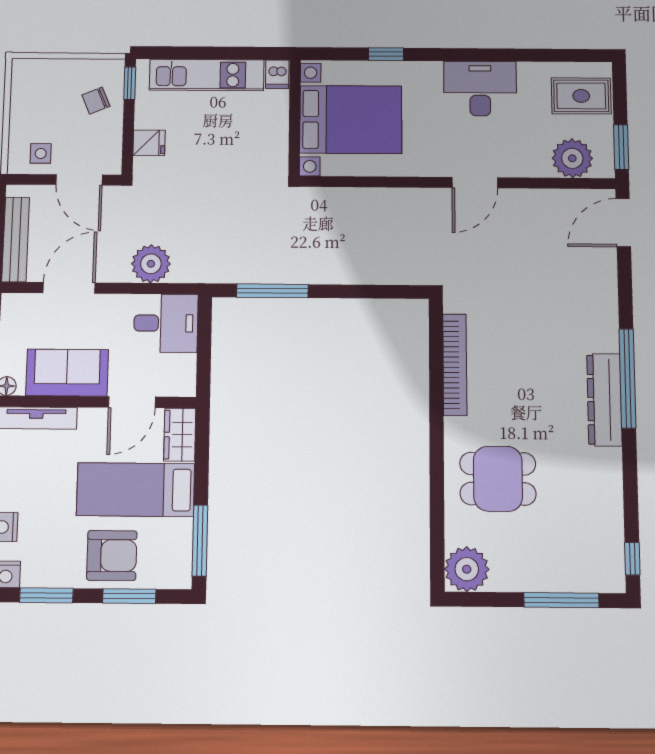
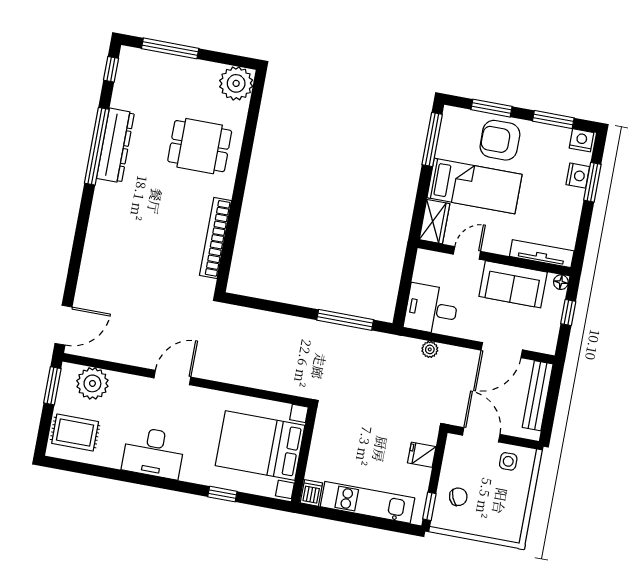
plant: (151, 264) -> (430, 349), width x0.53, depth x0.53
window: (627, 378) -> (97, 146), moved
dresser: (604, 400) -> (115, 145), moved
door: (132, 402) -> (467, 253), width x0.73

